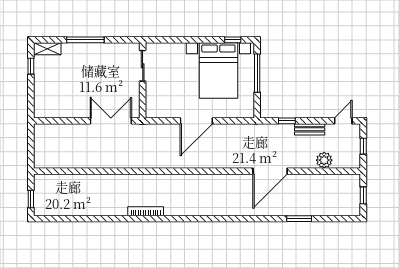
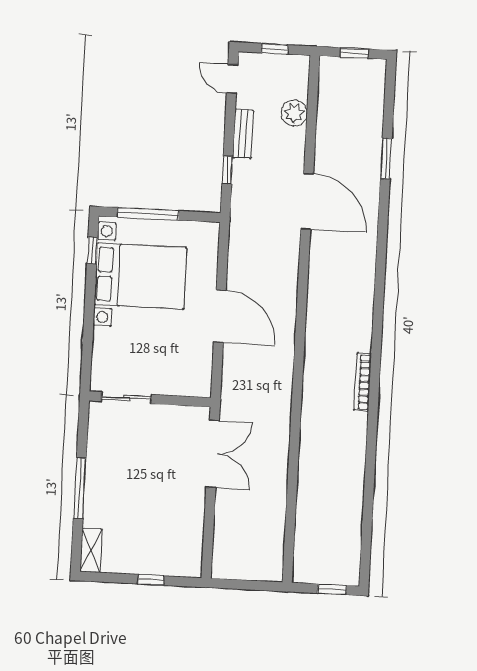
window: (31, 66) -> (151, 580), moved
double door: (111, 121) -> (213, 454), swing flipped
bookcase: (146, 211) -> (363, 382), moved

